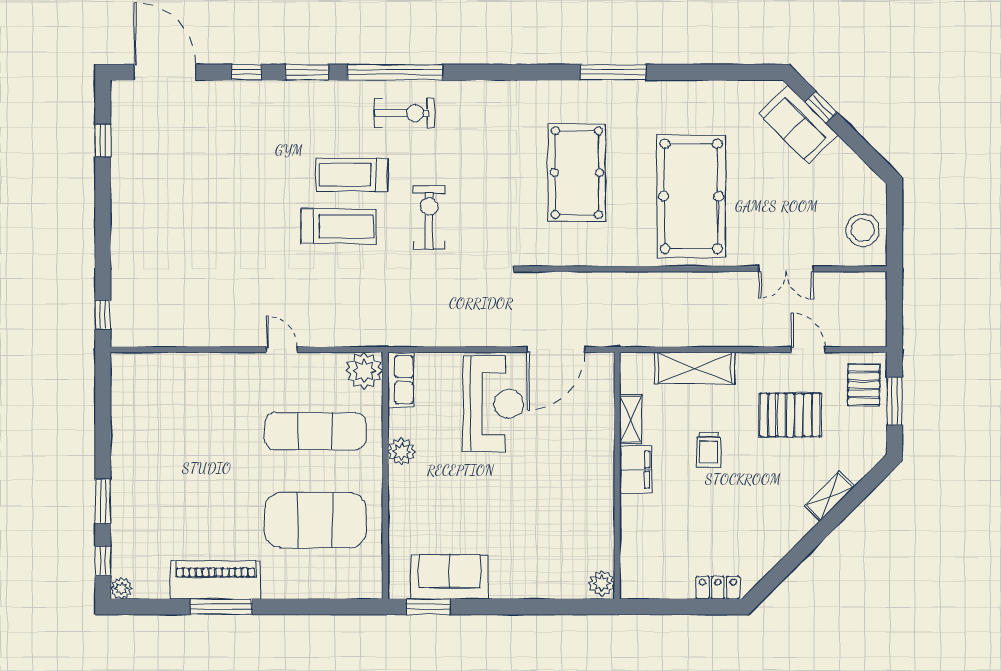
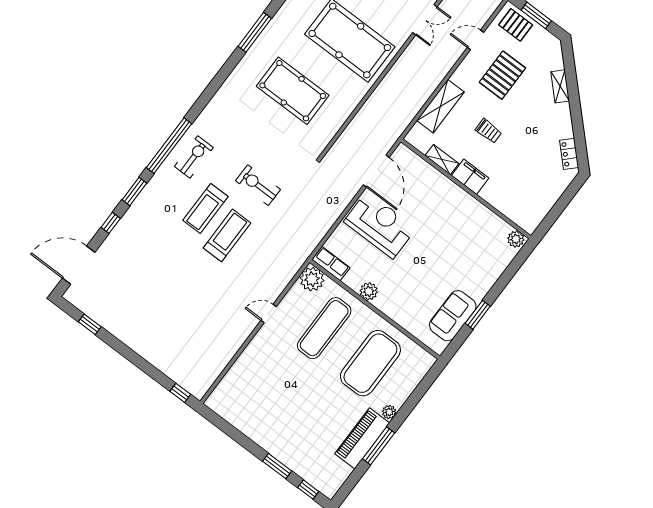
plant: (121, 588) -> (389, 412), moved
locker: (718, 588) -> (569, 154), moved, turned -45
window: (428, 607) -> (478, 315), moved

